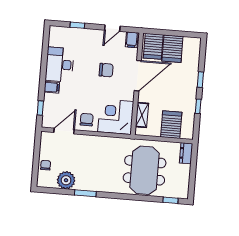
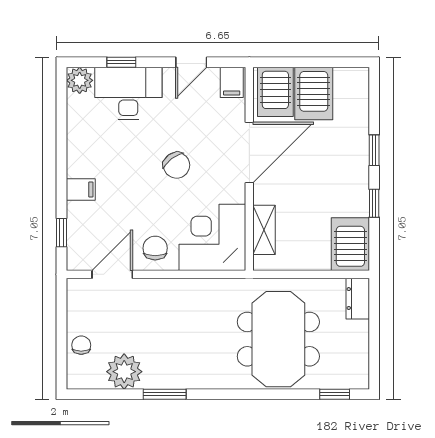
plant: (56, 33) -> (80, 80), added
desk: (60, 65) -> (128, 94), moved, turned 90
chair: (106, 70) -> (177, 165), moved, turned 53
server rack: (171, 125) -> (350, 244), moved

